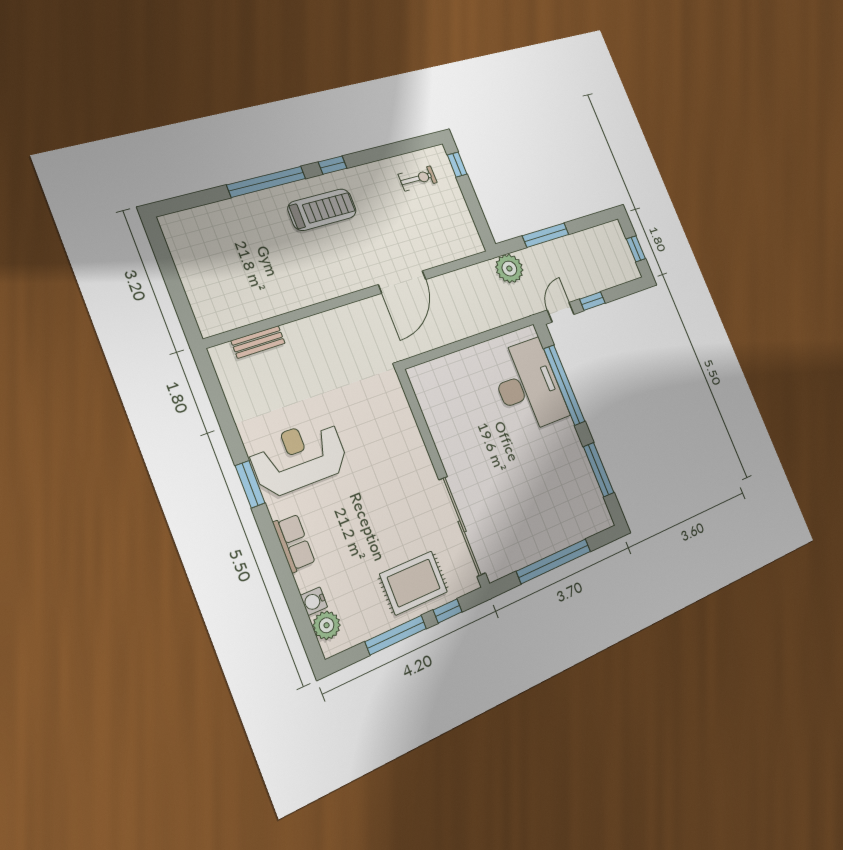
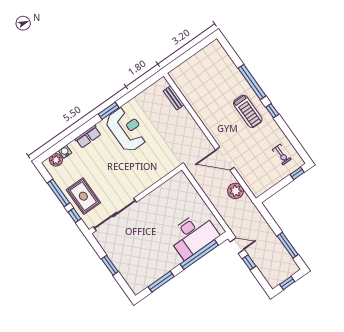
window: (546, 235) -> (288, 245), moved
plant: (509, 269) -> (236, 191), moved
window: (554, 561) -> (110, 265), width x0.47

